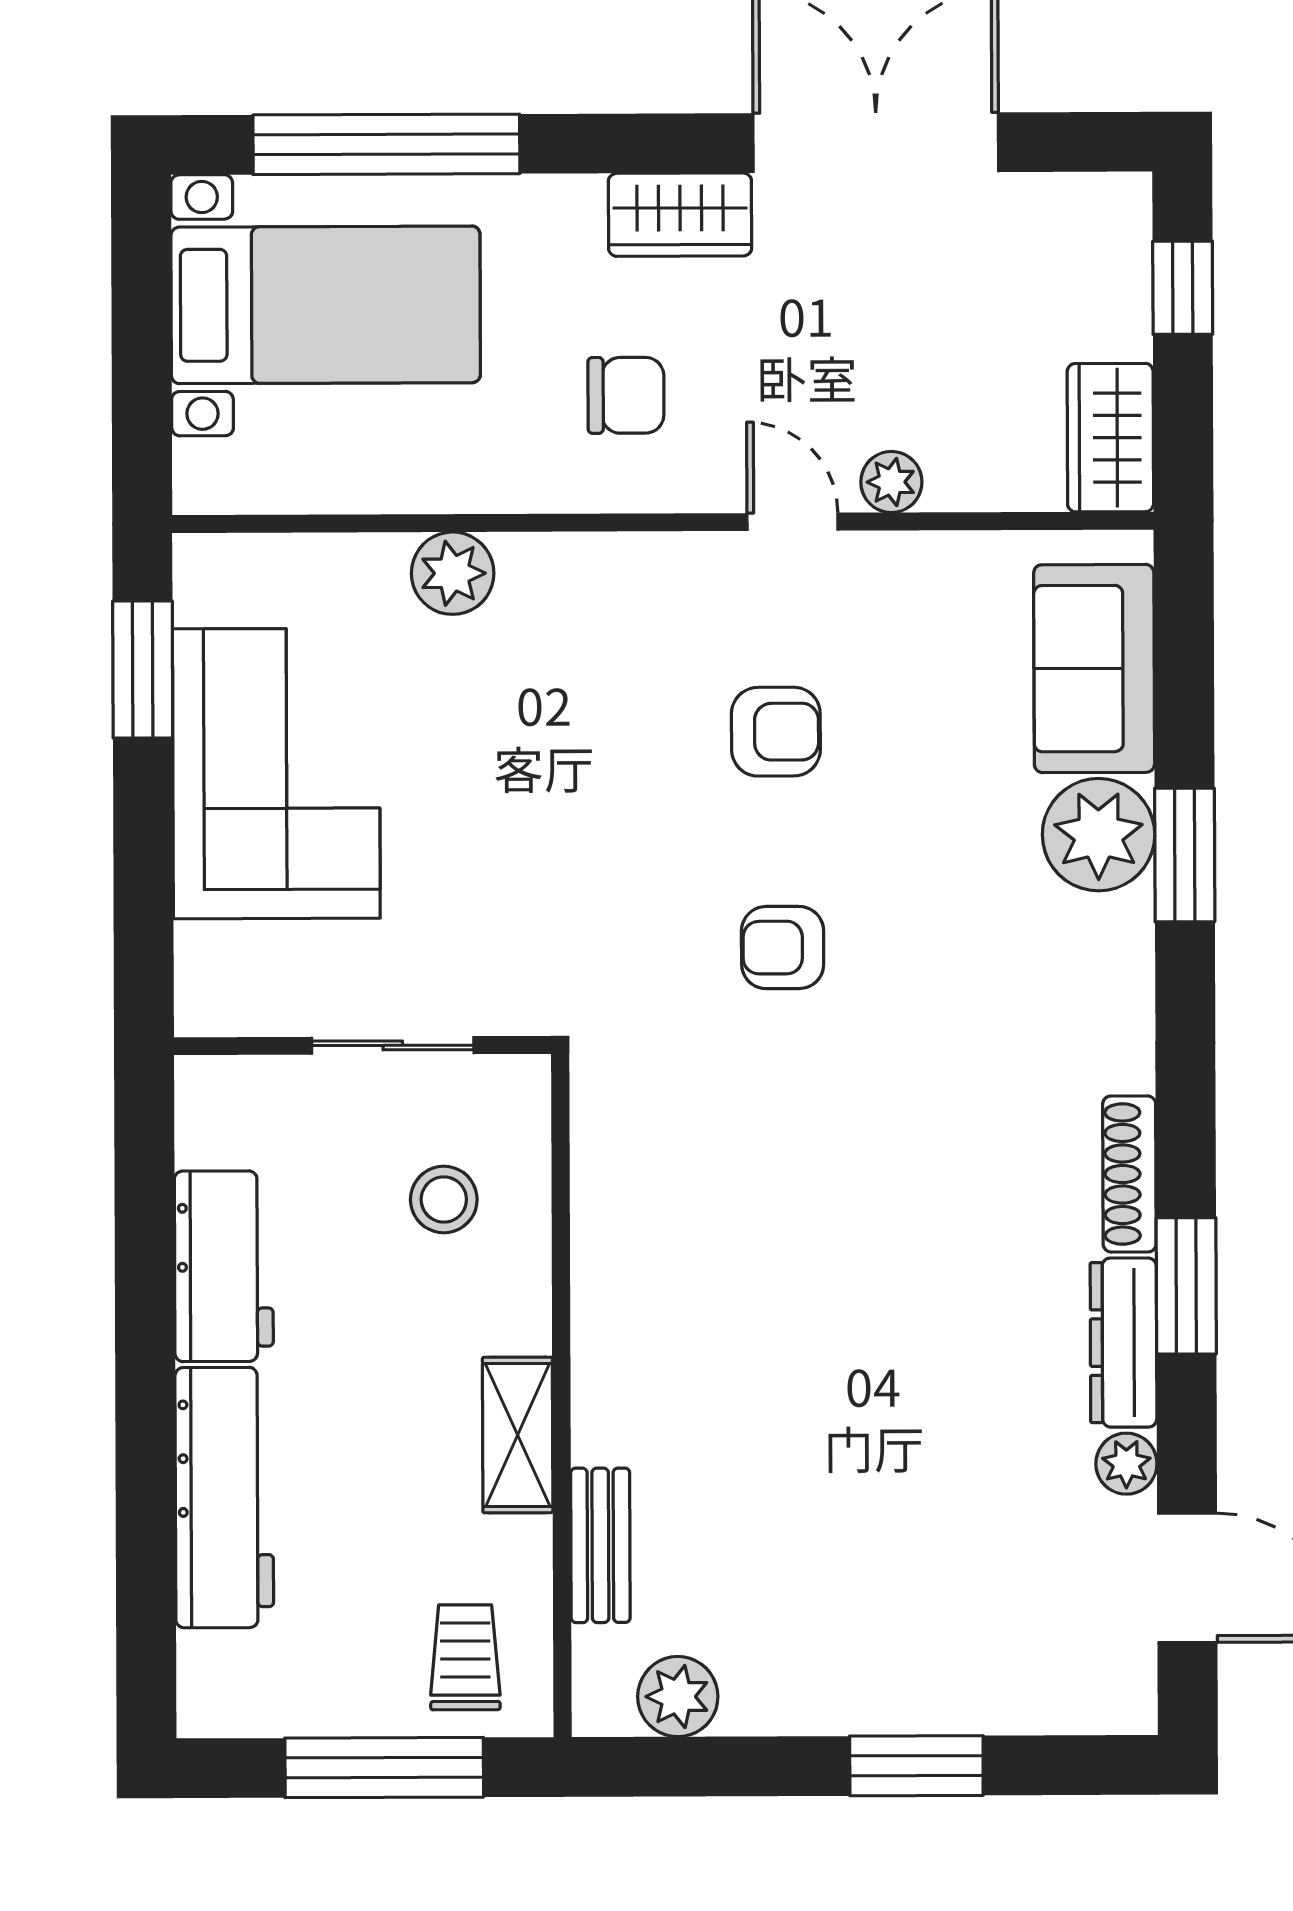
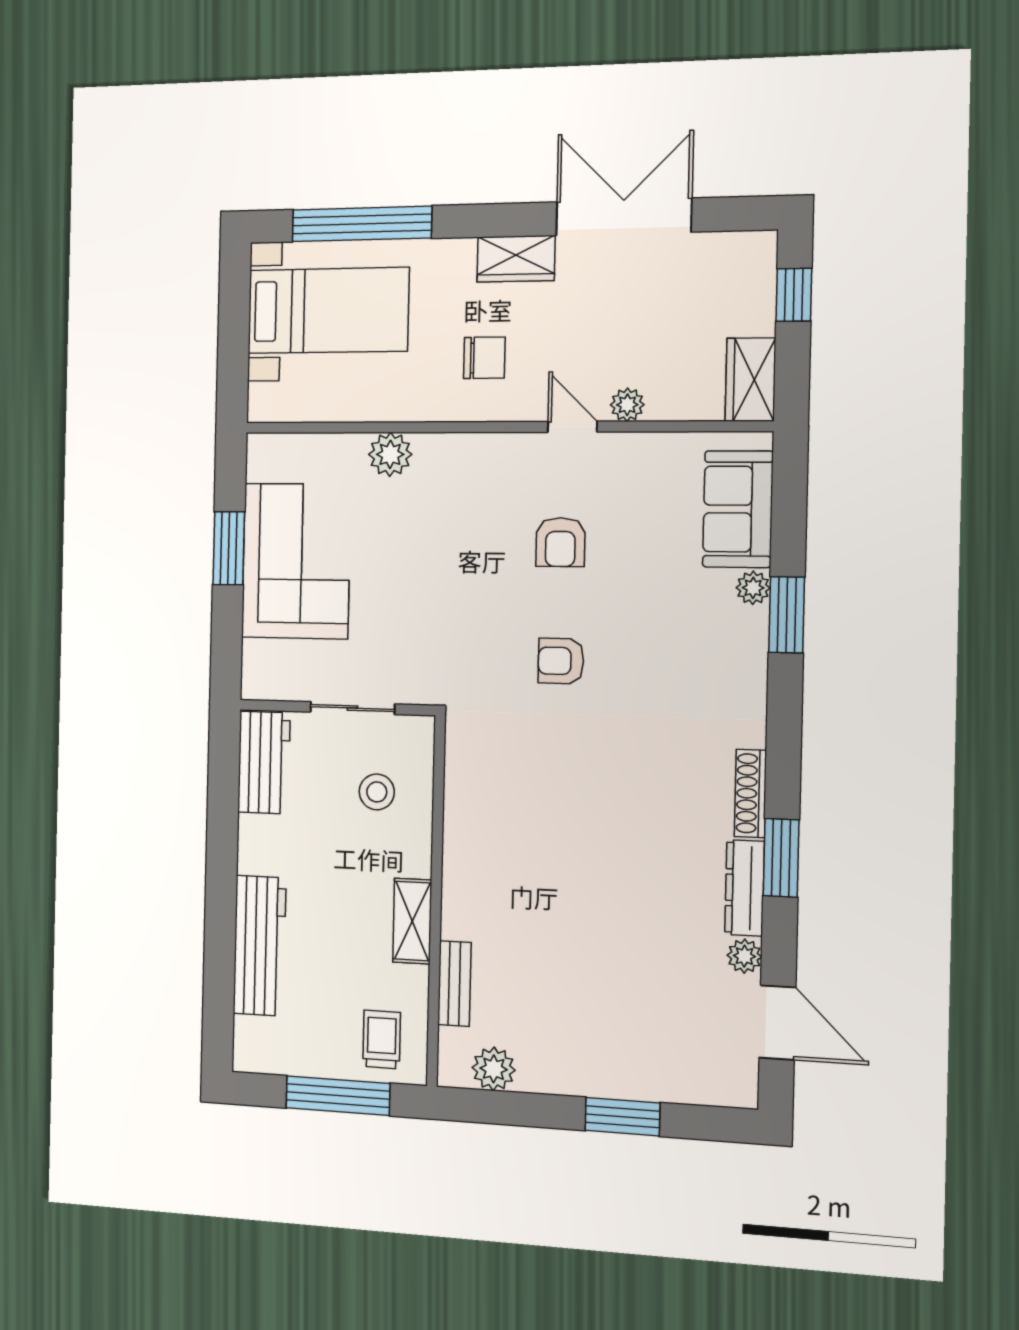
window: (143, 669) -> (229, 548), moved
armchair: (776, 732) -> (560, 542), turned 90
plant: (1099, 835) -> (753, 588), width x0.53, depth x0.53
workbench: (224, 1266) -> (264, 762), moved

